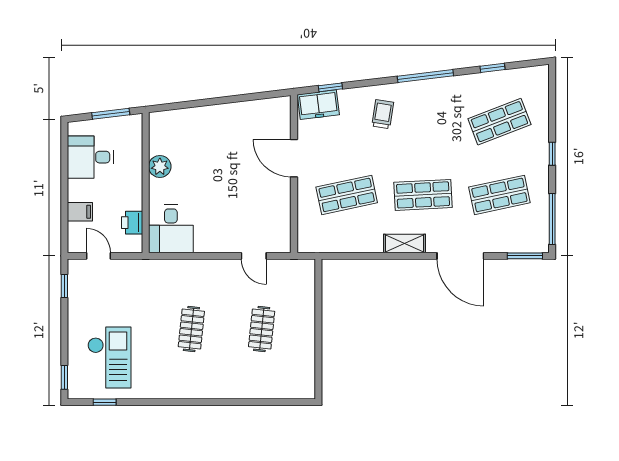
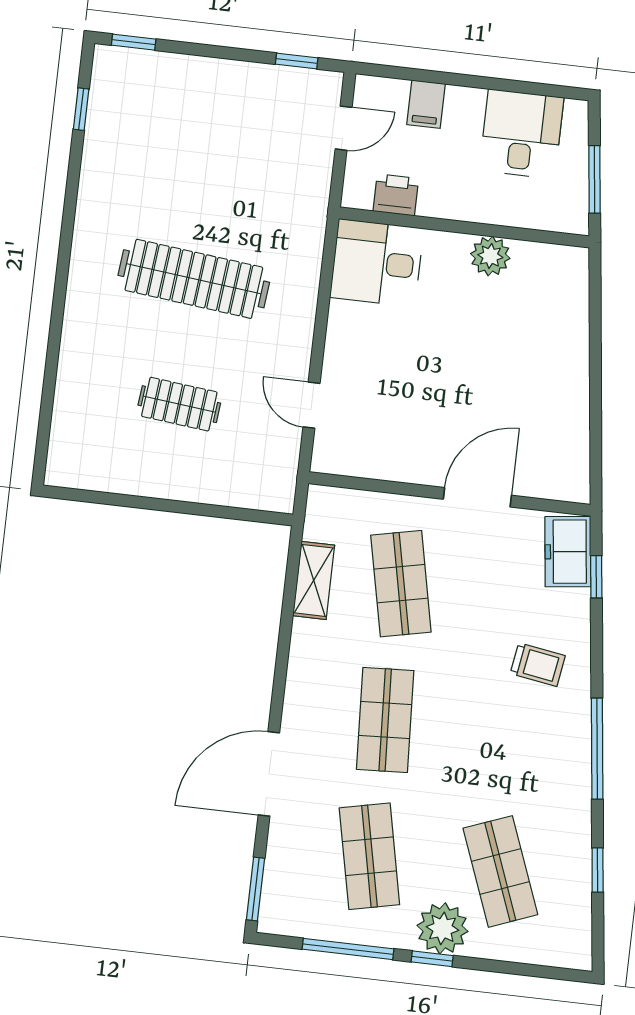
plant: (535, 150) -> (443, 928), added
window: (552, 219) -> (348, 949), moved
shelving: (404, 243) -> (314, 580), moved
door: (254, 256) -> (311, 405), hinge flipped
clothes rail: (191, 329) -> (194, 279), width x1.86, depth x1.31
checkout: (109, 357) -> (160, 127), removed

